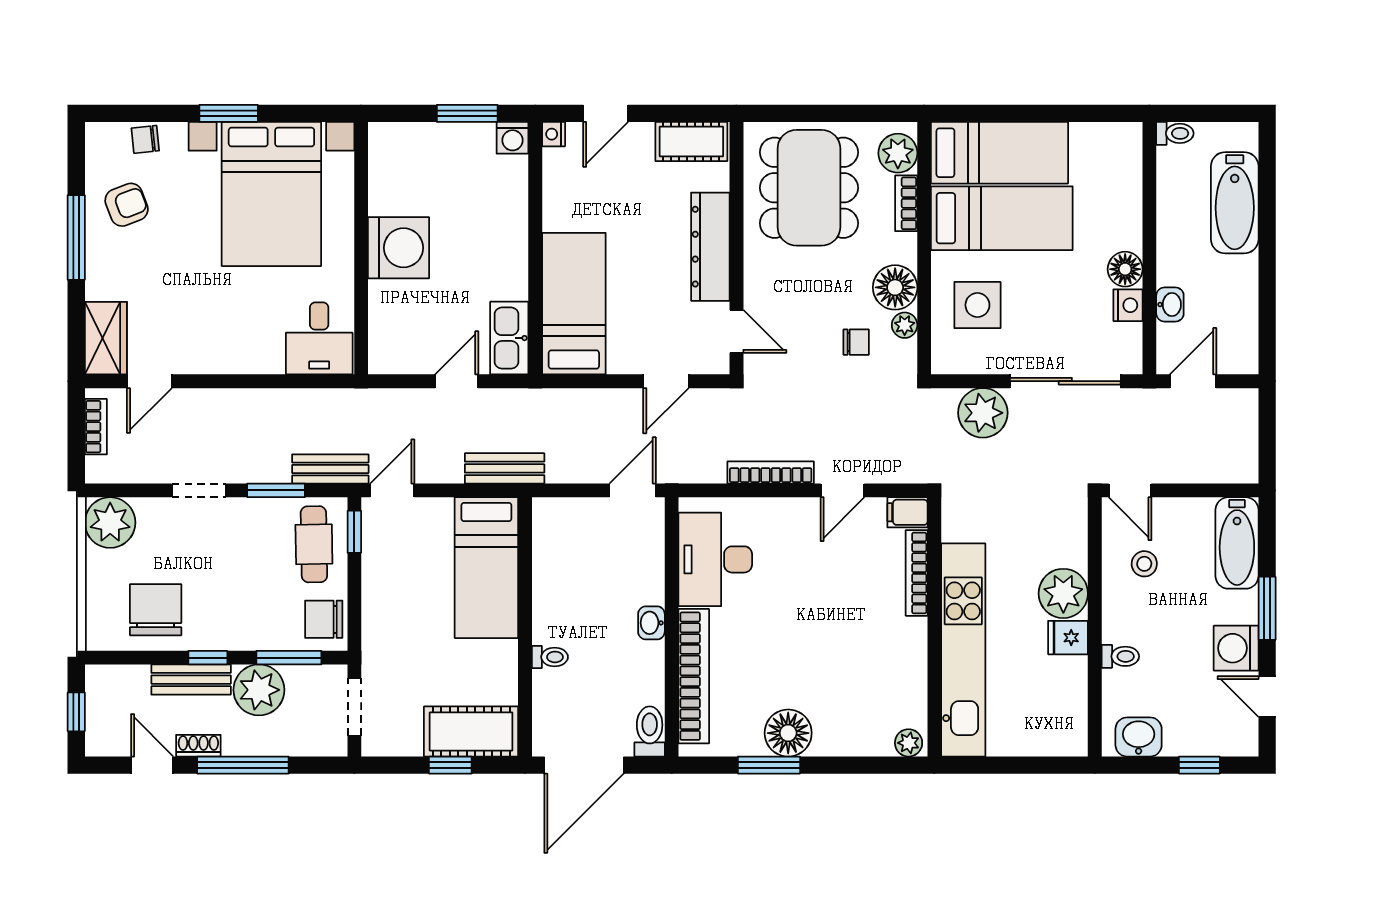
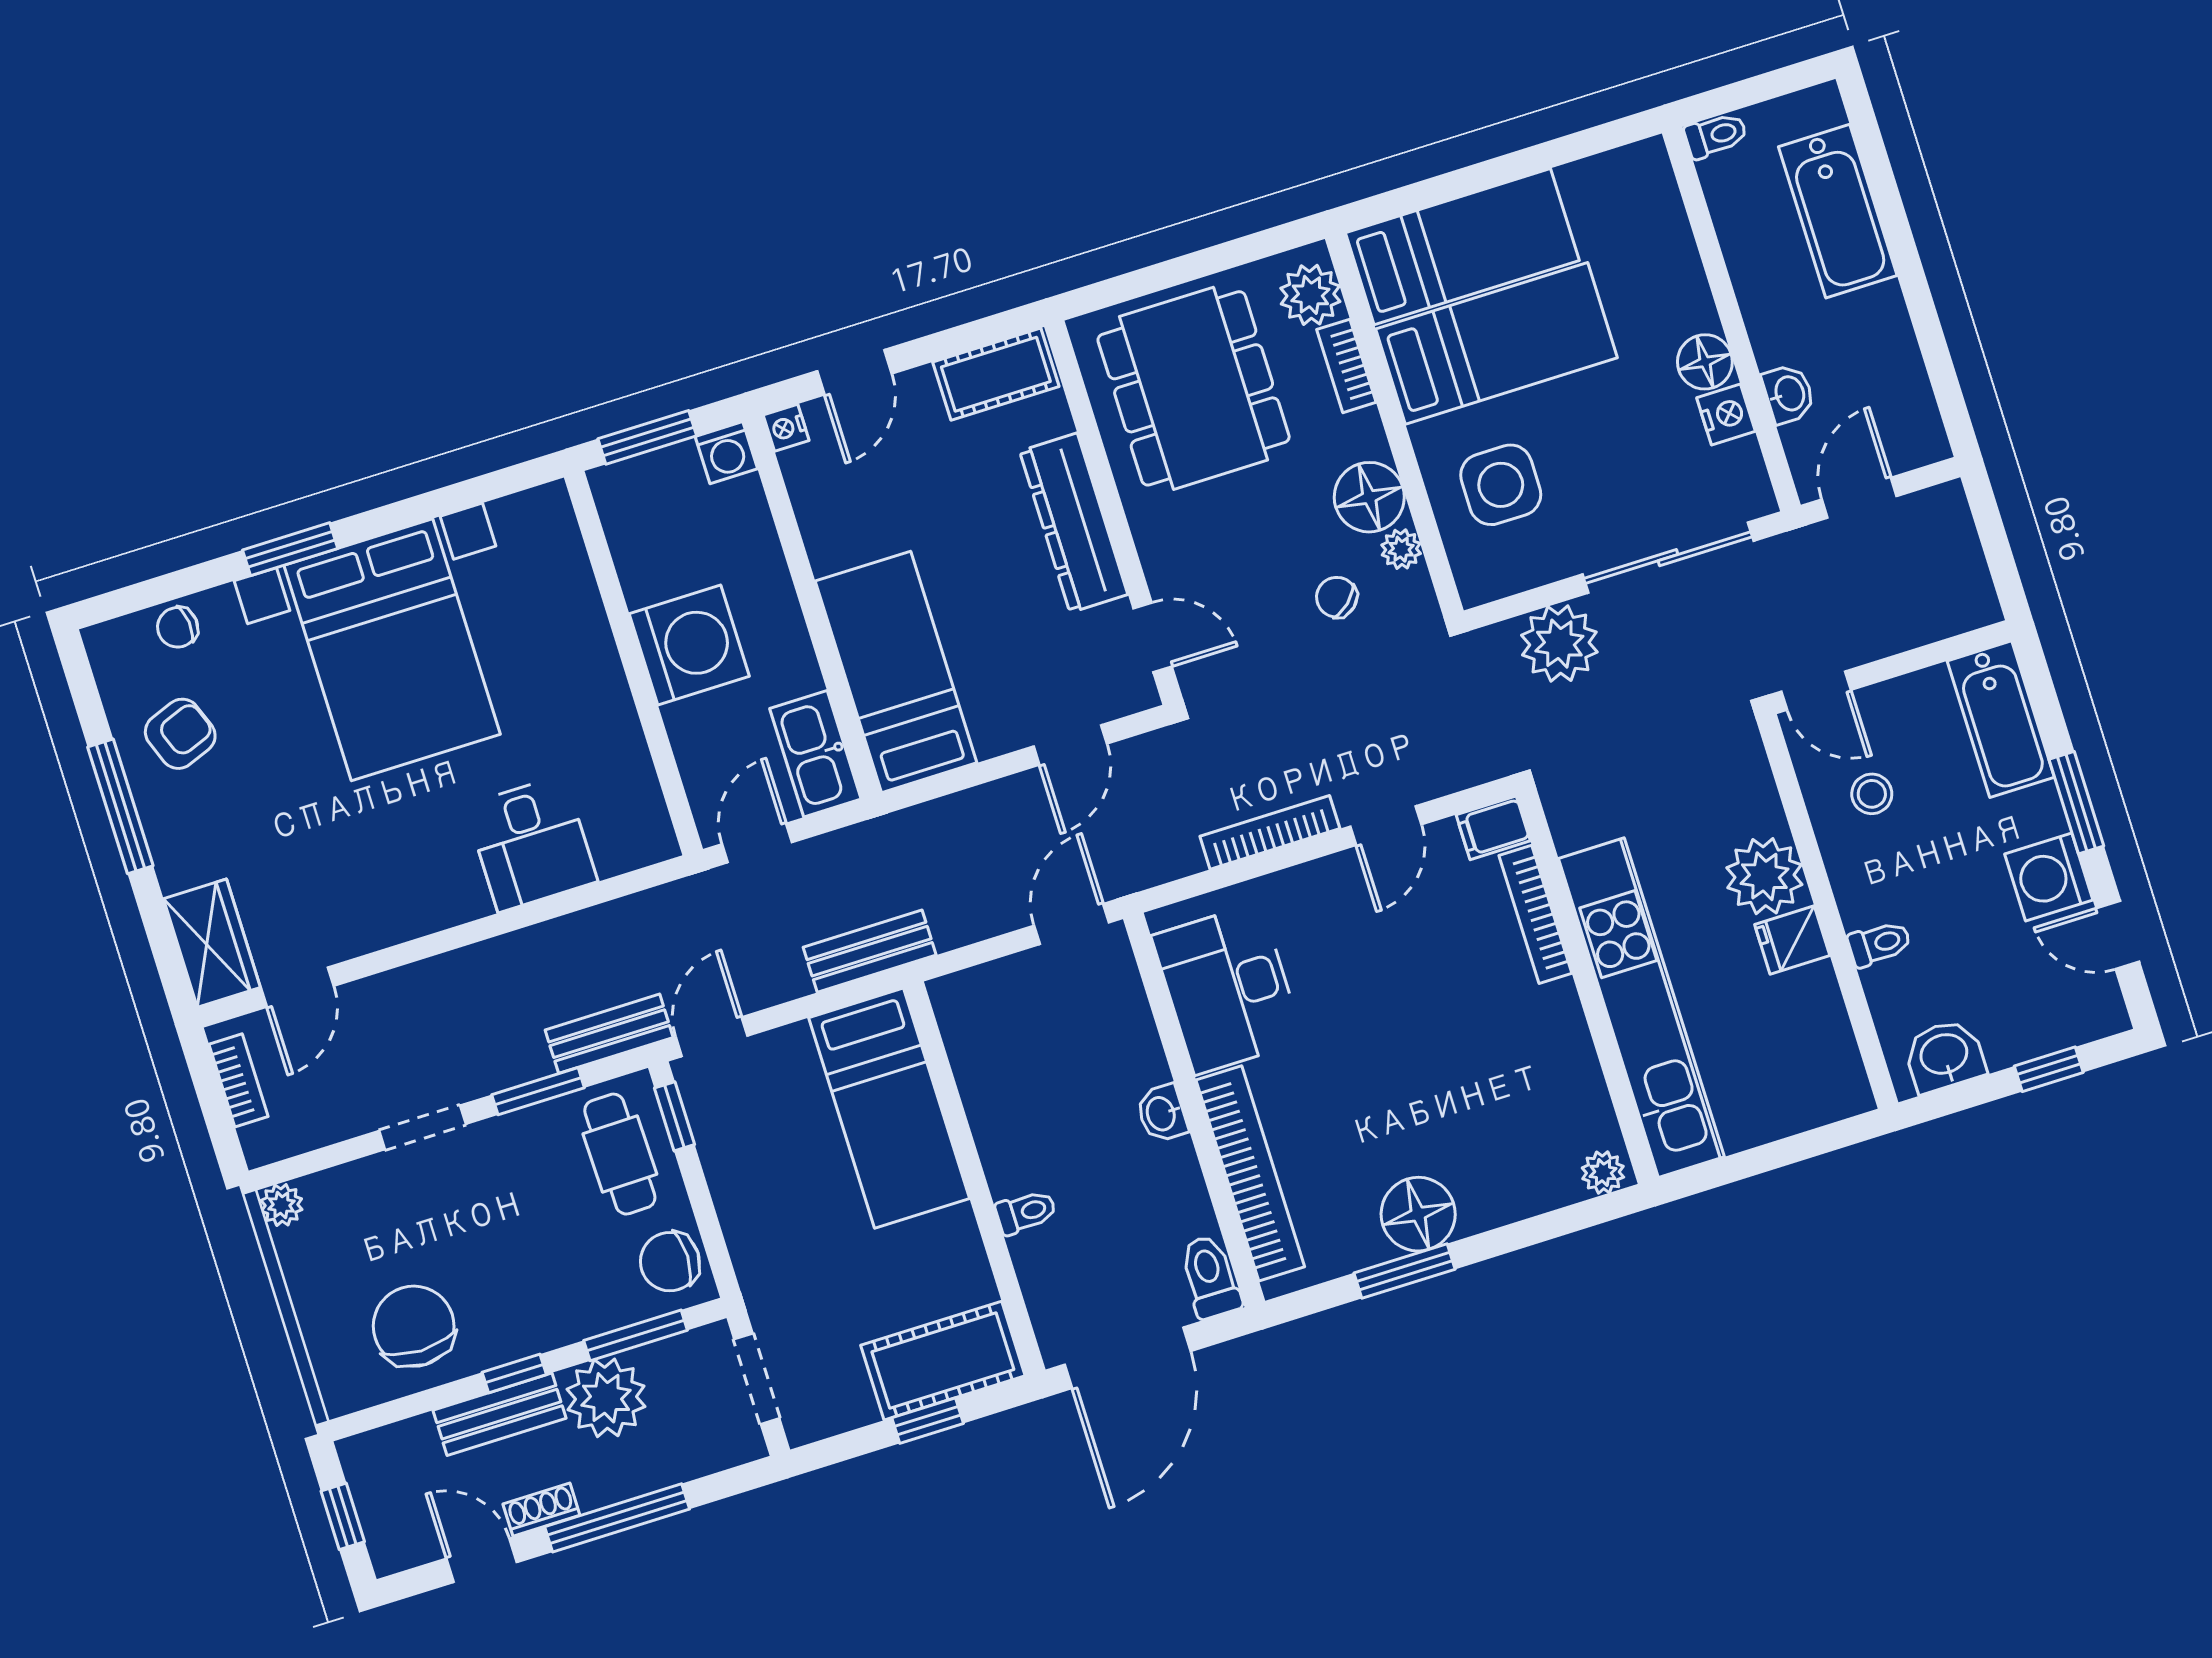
wall: (361, 248) -> (633, 663), moved
washing machine: (399, 248) -> (689, 645), moved
chair: (856, 342) -> (1337, 597), turned -132
plant: (110, 523) -> (281, 1205), width x0.53, depth x0.53

